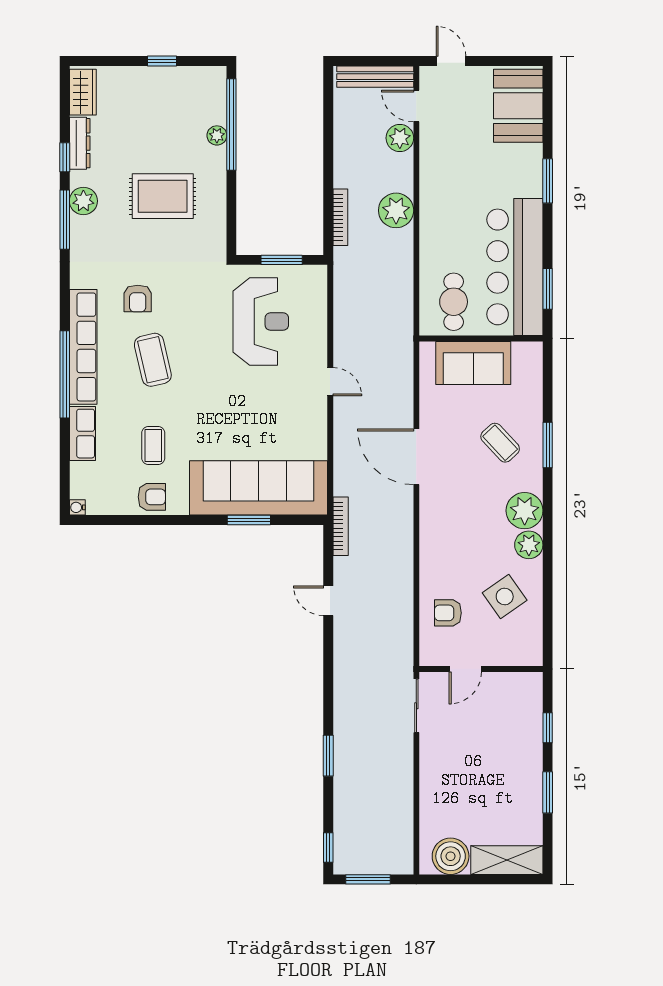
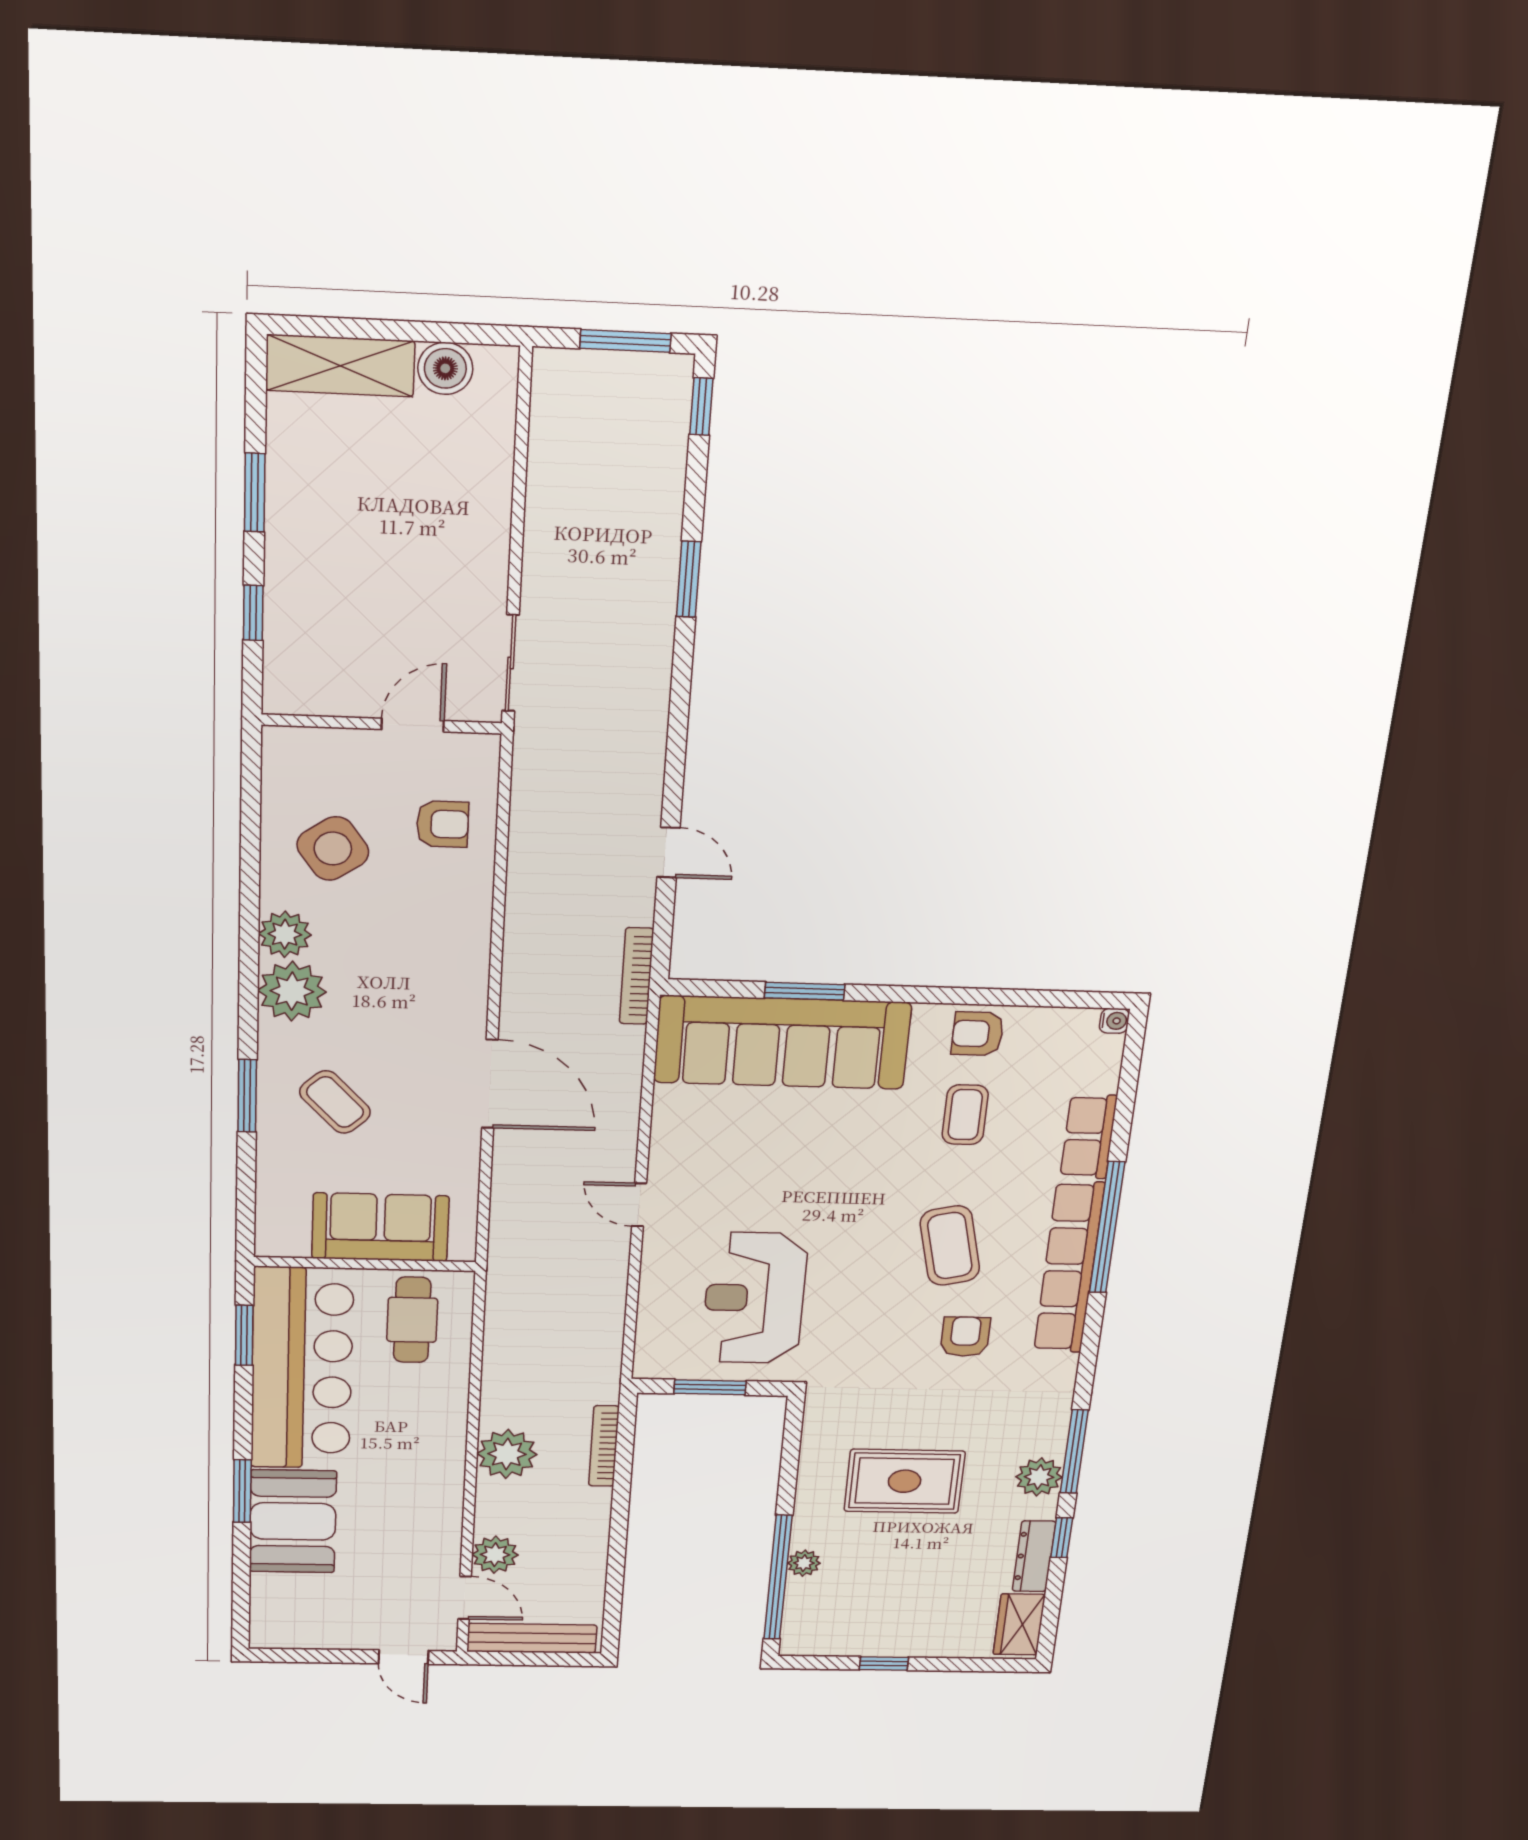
booth: (518, 106) -> (293, 1521), moved
boiler: (451, 856) -> (445, 368), width x0.73, depth x0.73

